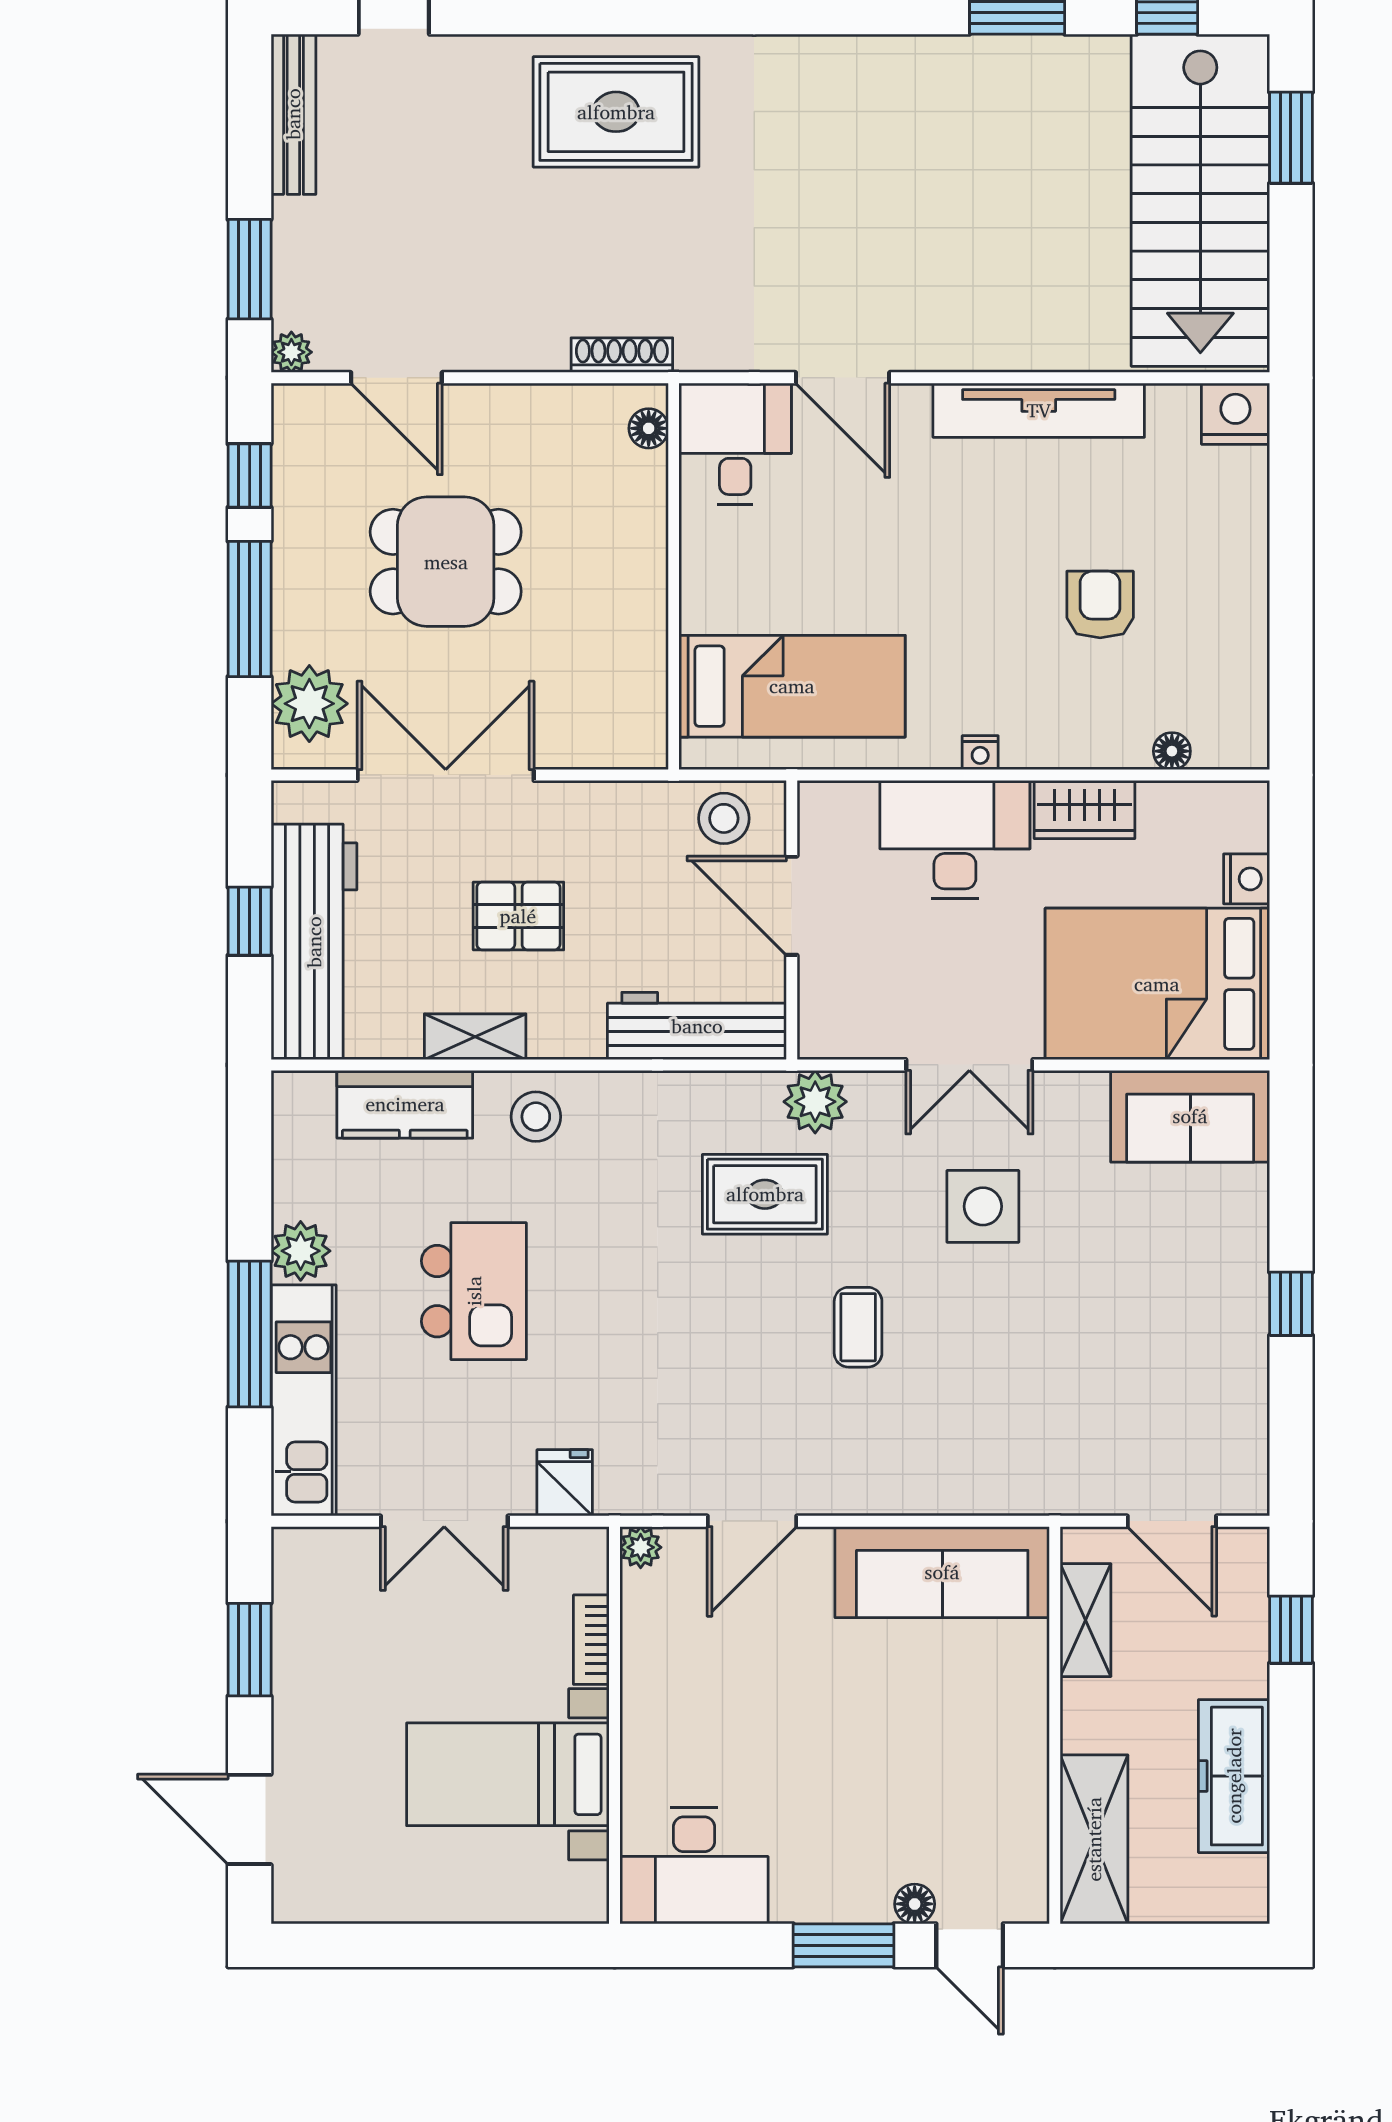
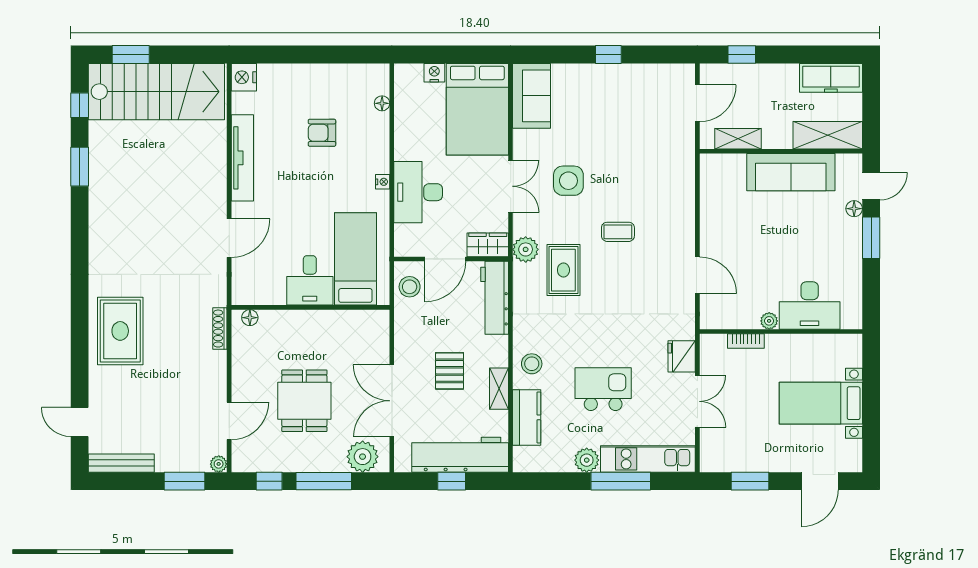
desk: (735, 444) -> (310, 280), moved, turned -90
wardrobe: (1084, 810) -> (488, 245), moved, turned -90
fridge: (565, 1483) -> (682, 356), width x1.38
plant: (641, 1547) -> (769, 321), moved
sofa: (942, 1572) -> (791, 172), moved, turned 90
bed with nightstands: (508, 1774) -> (821, 403), moved, turned 90
freezer: (1234, 1776) -> (831, 78), moved
desk: (694, 1866) -> (810, 306), moved, turned 90

